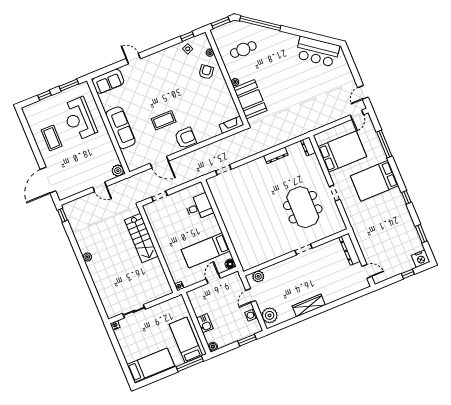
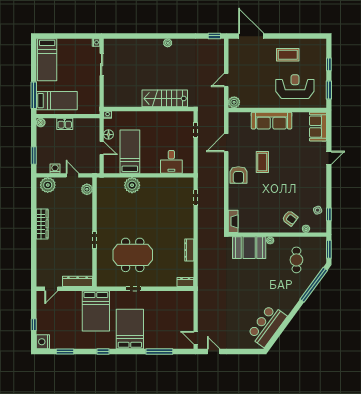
bed: (342, 152) -> (96, 311), moved
plant: (237, 235) -> (132, 185), added
floor lamp: (230, 264) -> (109, 135), moved

